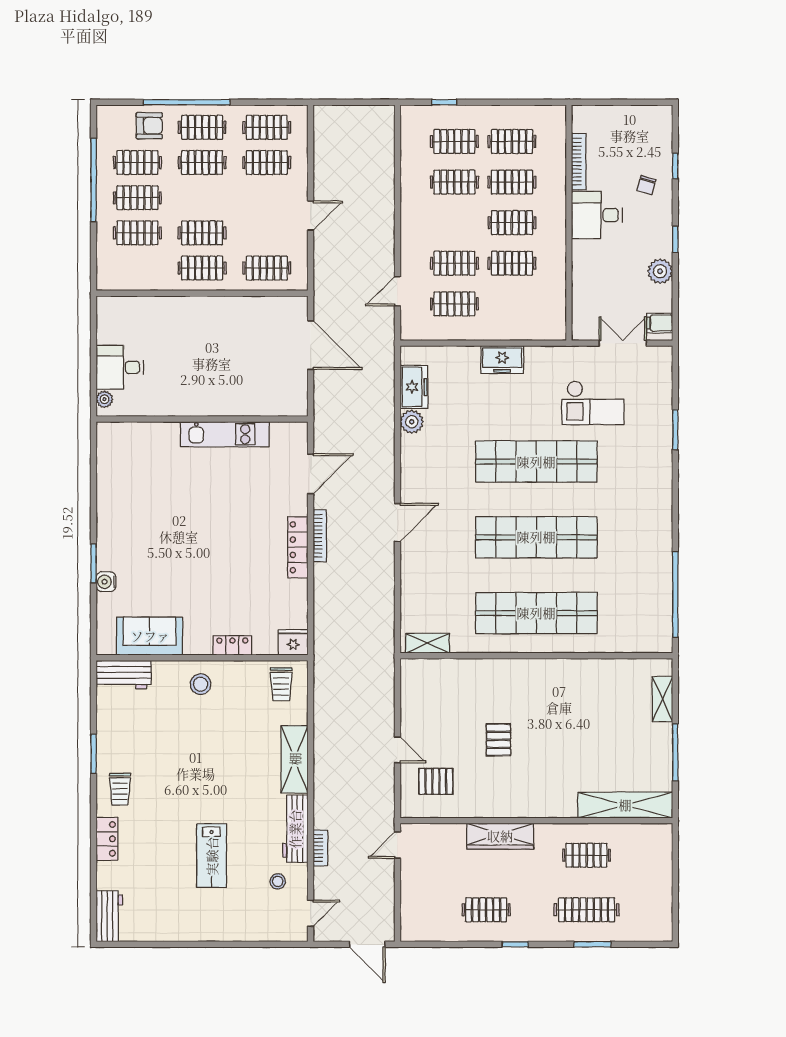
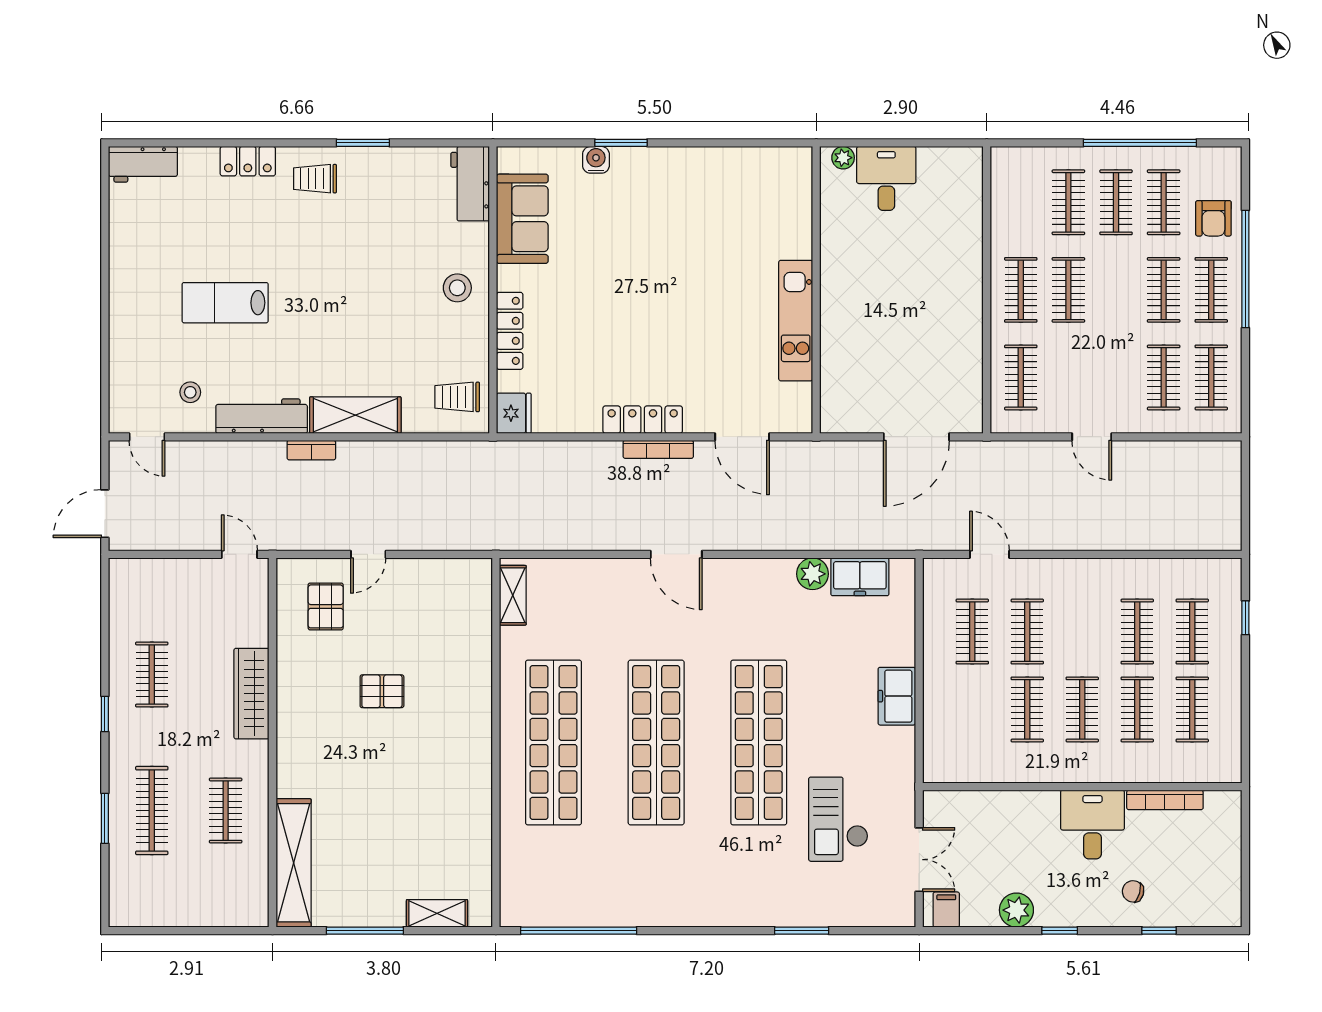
locker: (232, 645) -> (510, 331), width x1.53
bookcase: (320, 848) -> (311, 450), moved

